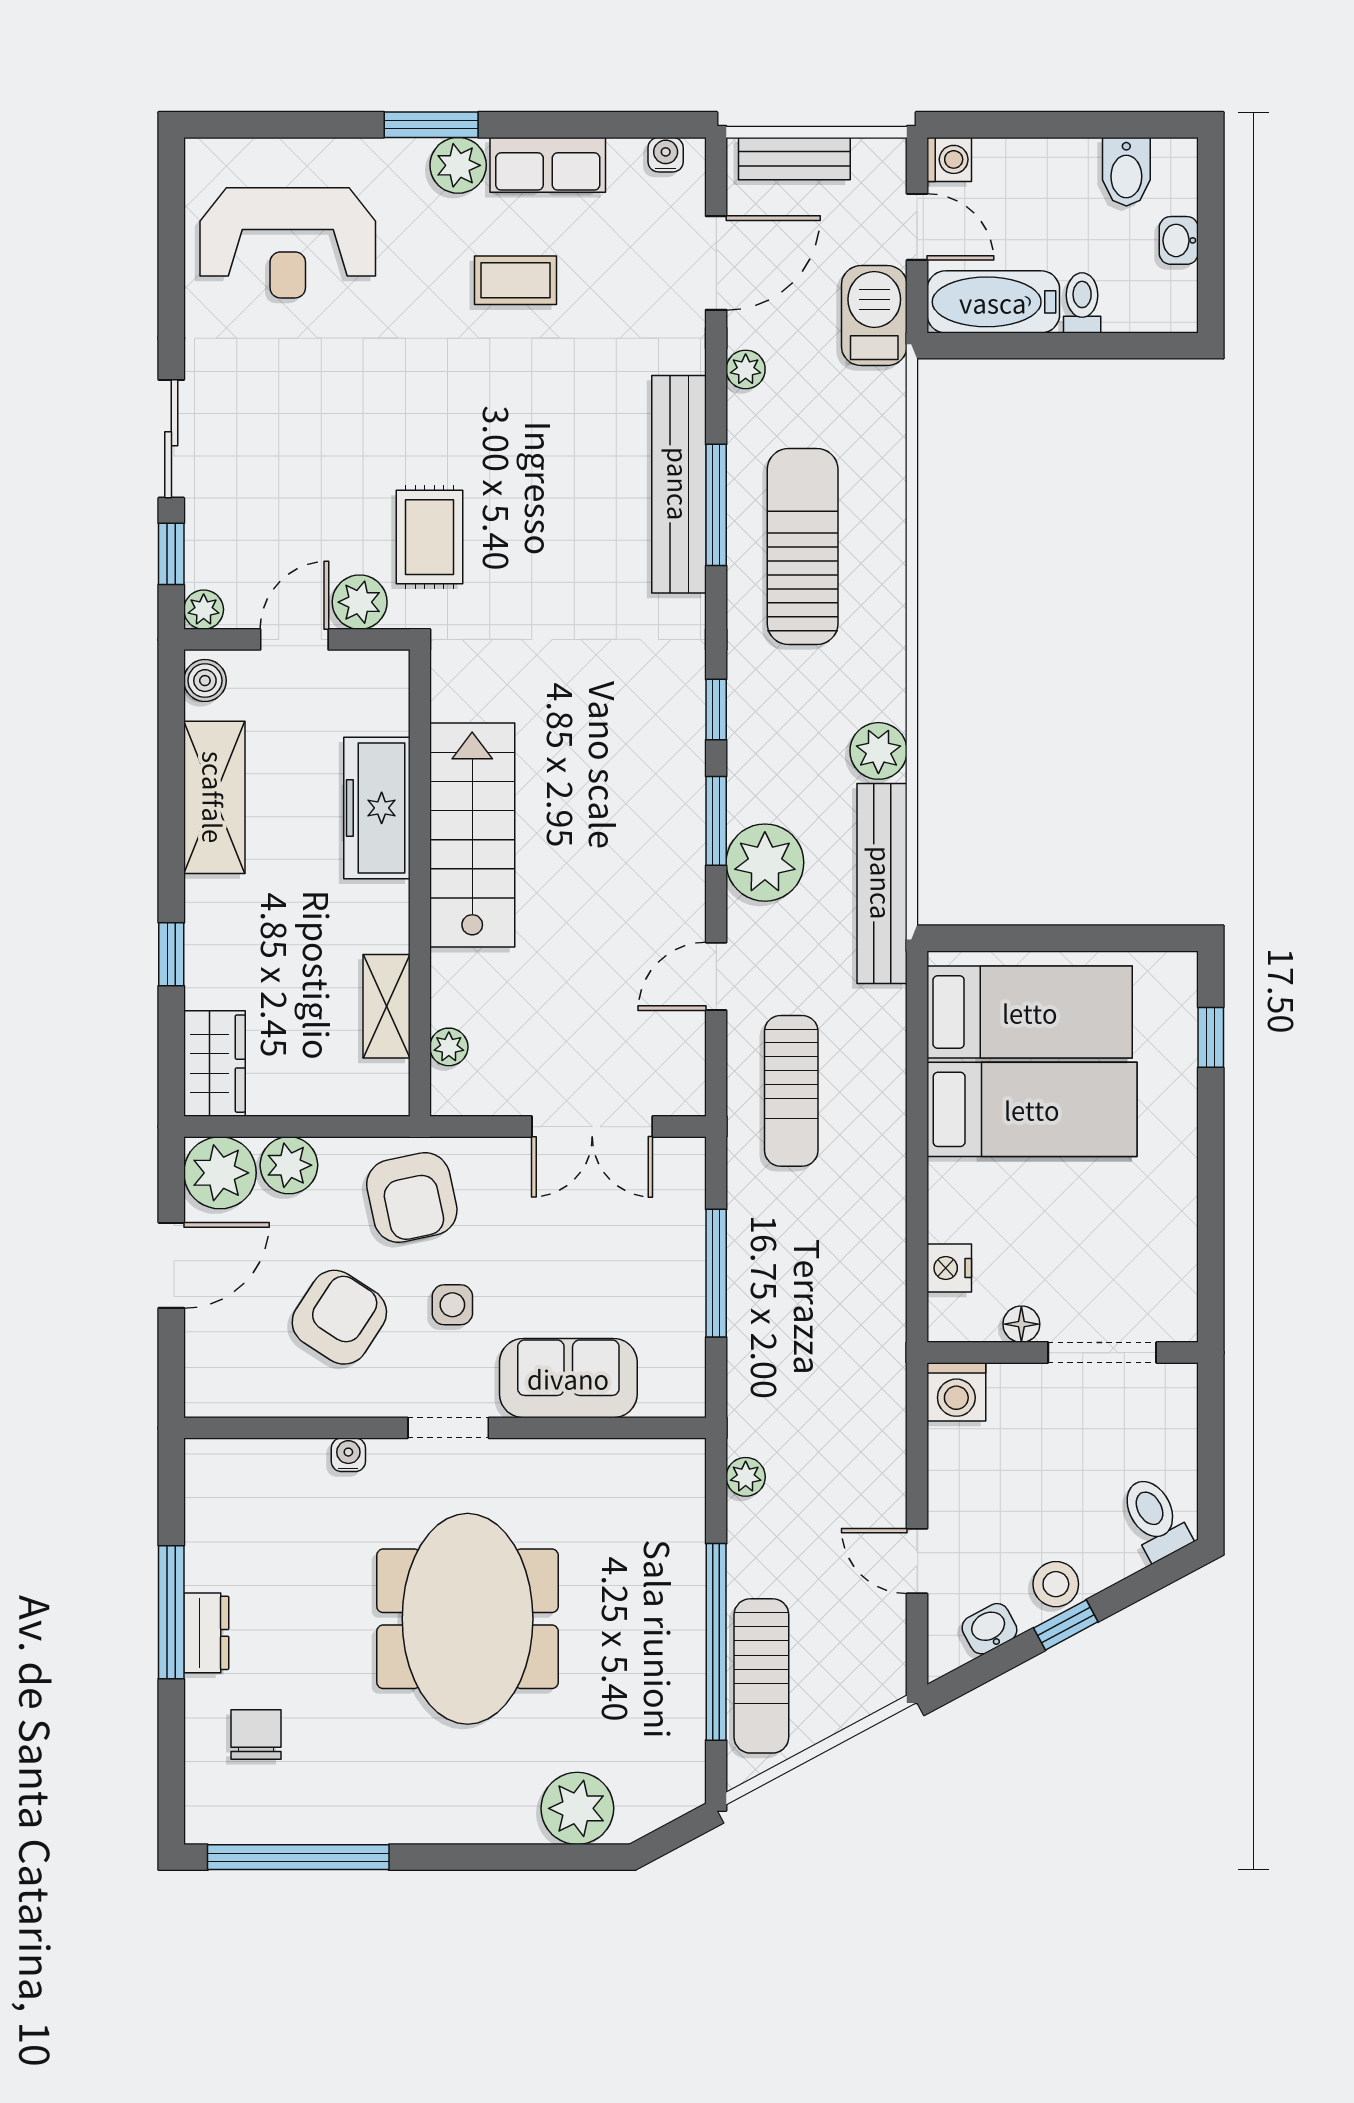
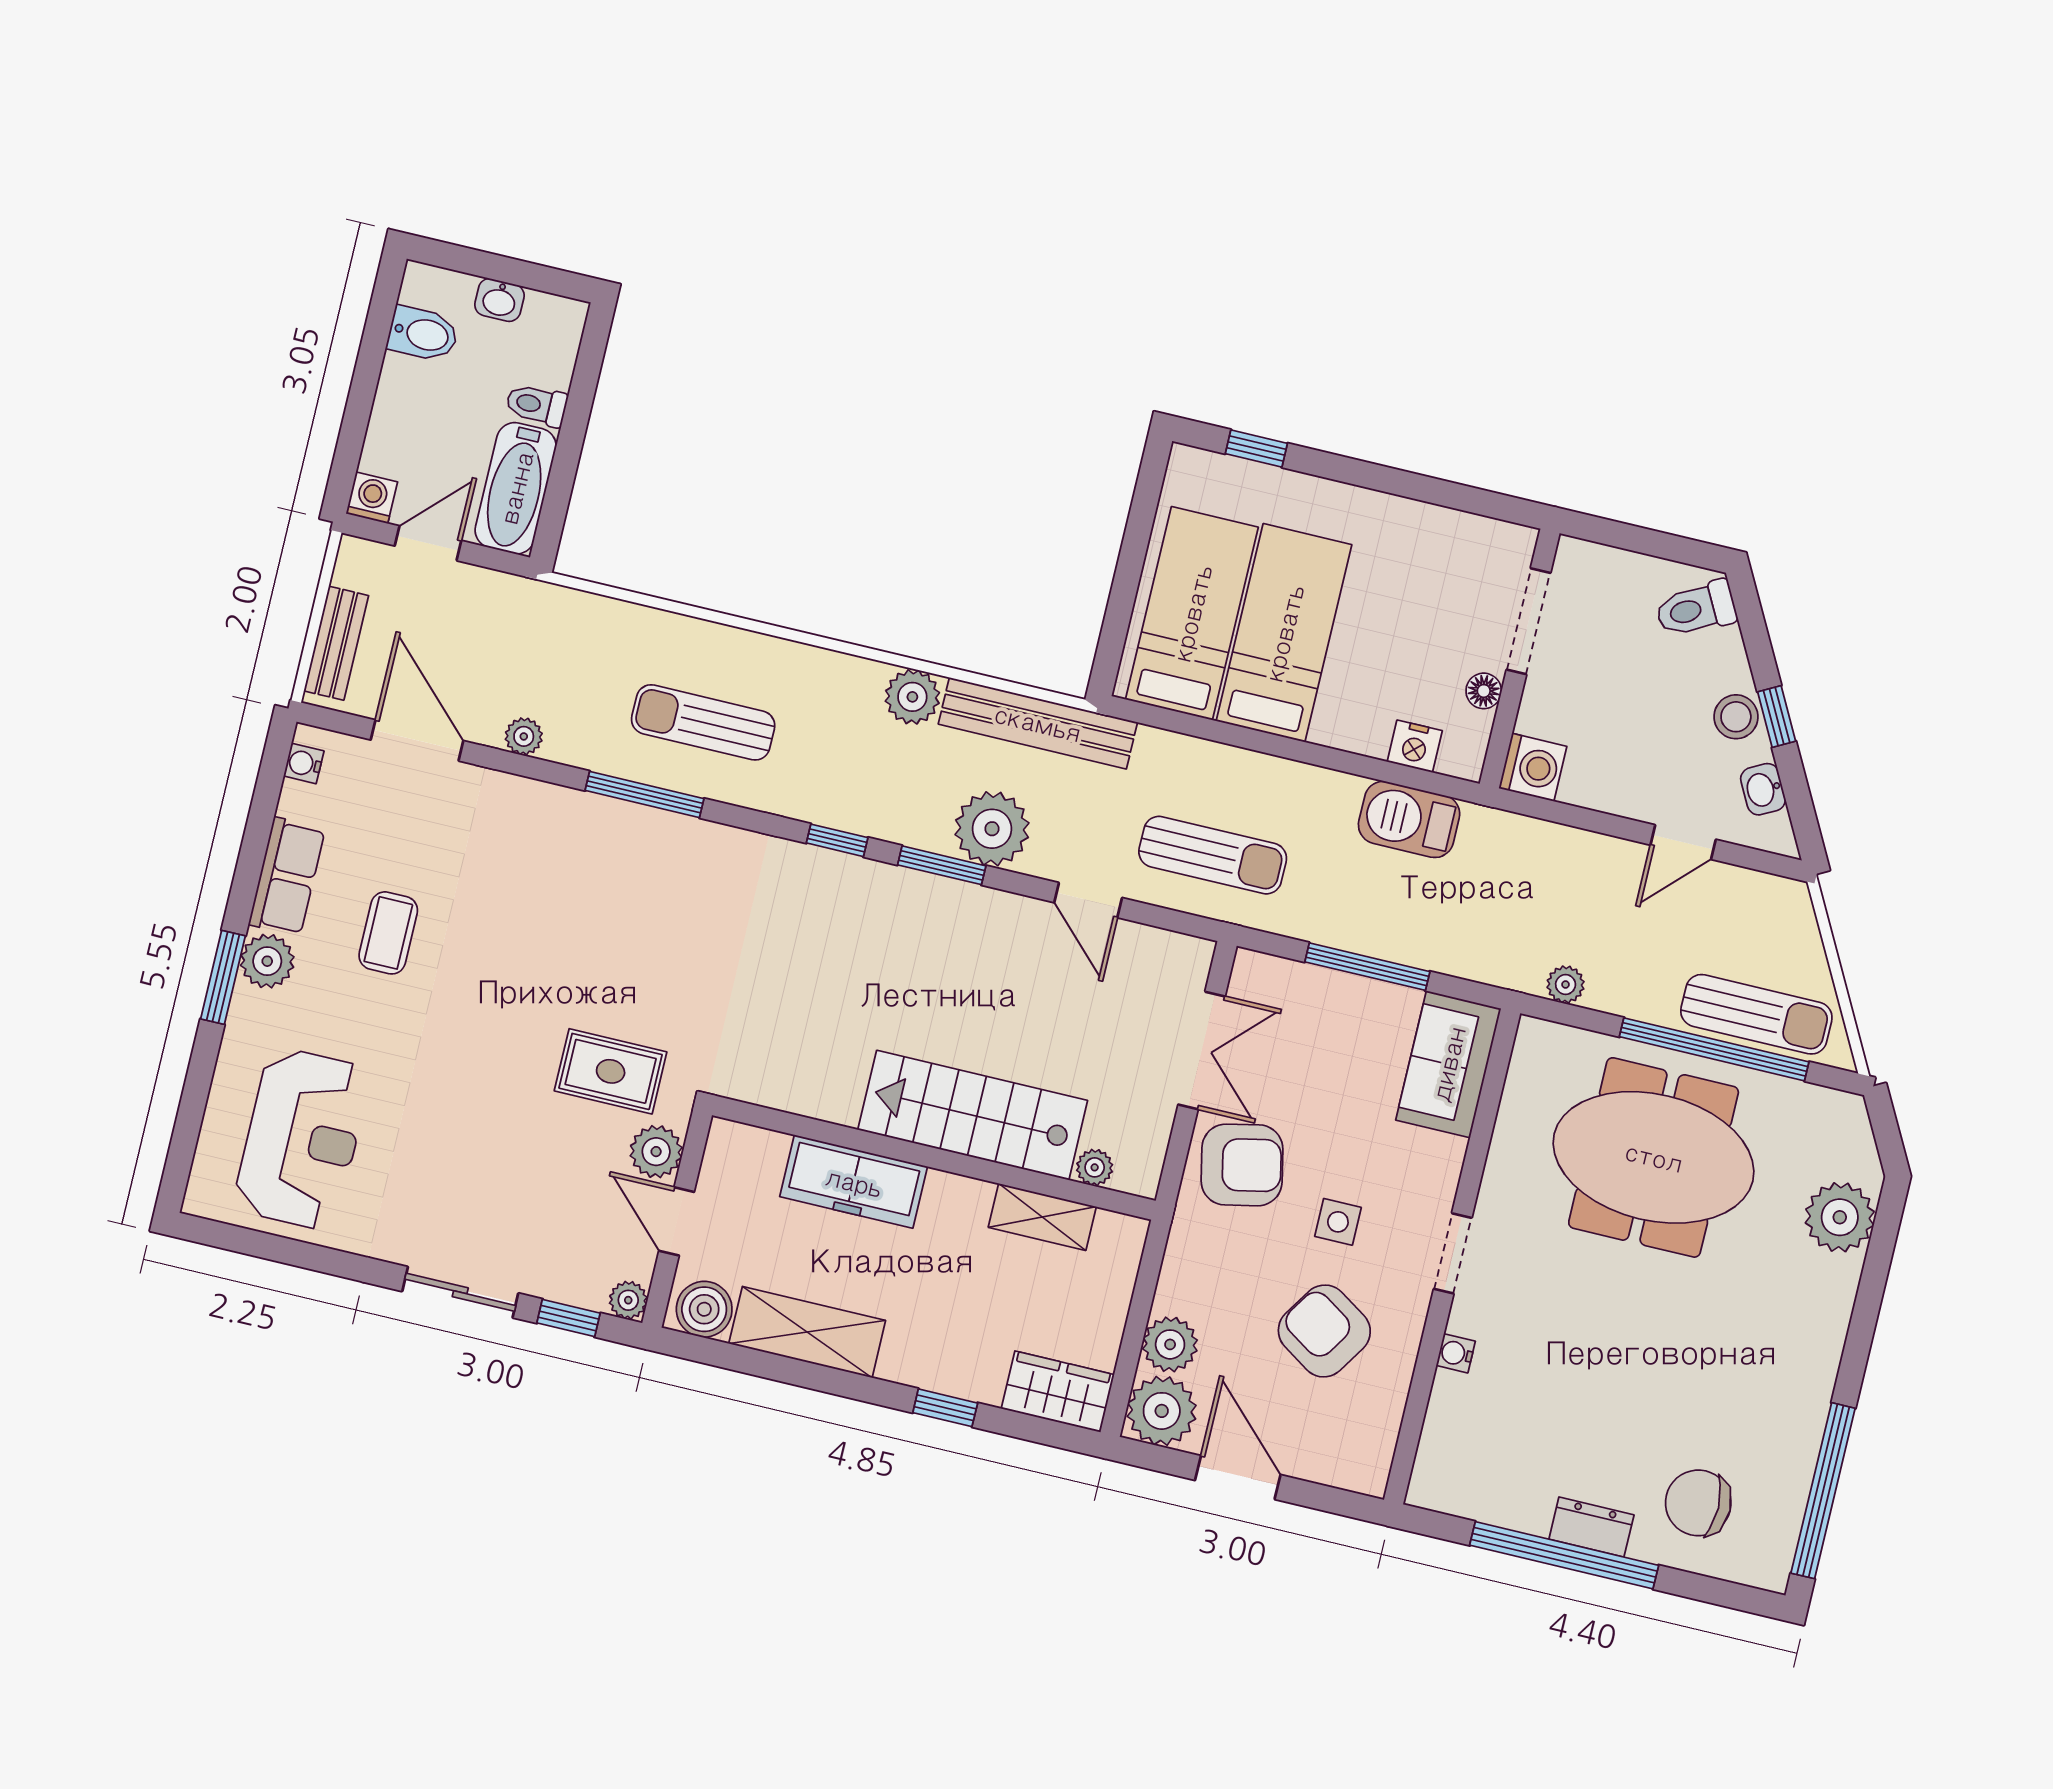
barbecue: (874, 316) -> (1409, 819), moved
bench: (679, 484) -> (617, 825), removed
sun lounger: (803, 547) -> (703, 722), width x0.73, depth x0.75
boiler: (205, 681) -> (704, 1309), width x1.36, depth x1.36
stairs: (472, 835) -> (973, 1115), moved
armchair: (412, 1198) -> (1242, 1165), moved
sofa: (568, 1378) -> (1448, 1064), moved
window: (171, 1612) -> (1564, 1555), width x1.46
meeting table: (468, 1619) -> (1654, 1157), moved
chair: (256, 1735) -> (1698, 1503), width x1.37, depth x1.37

